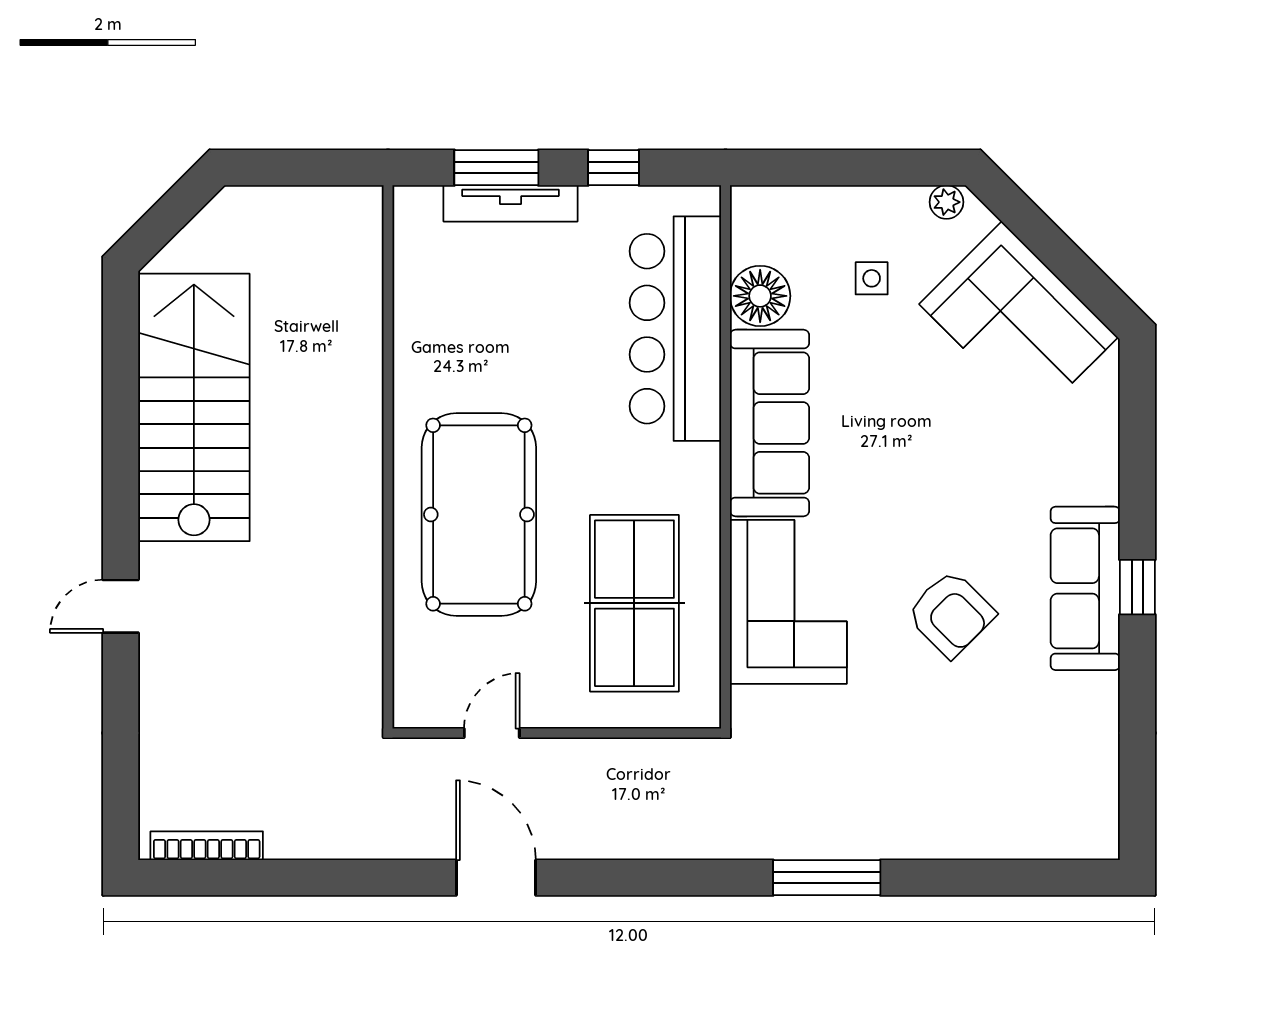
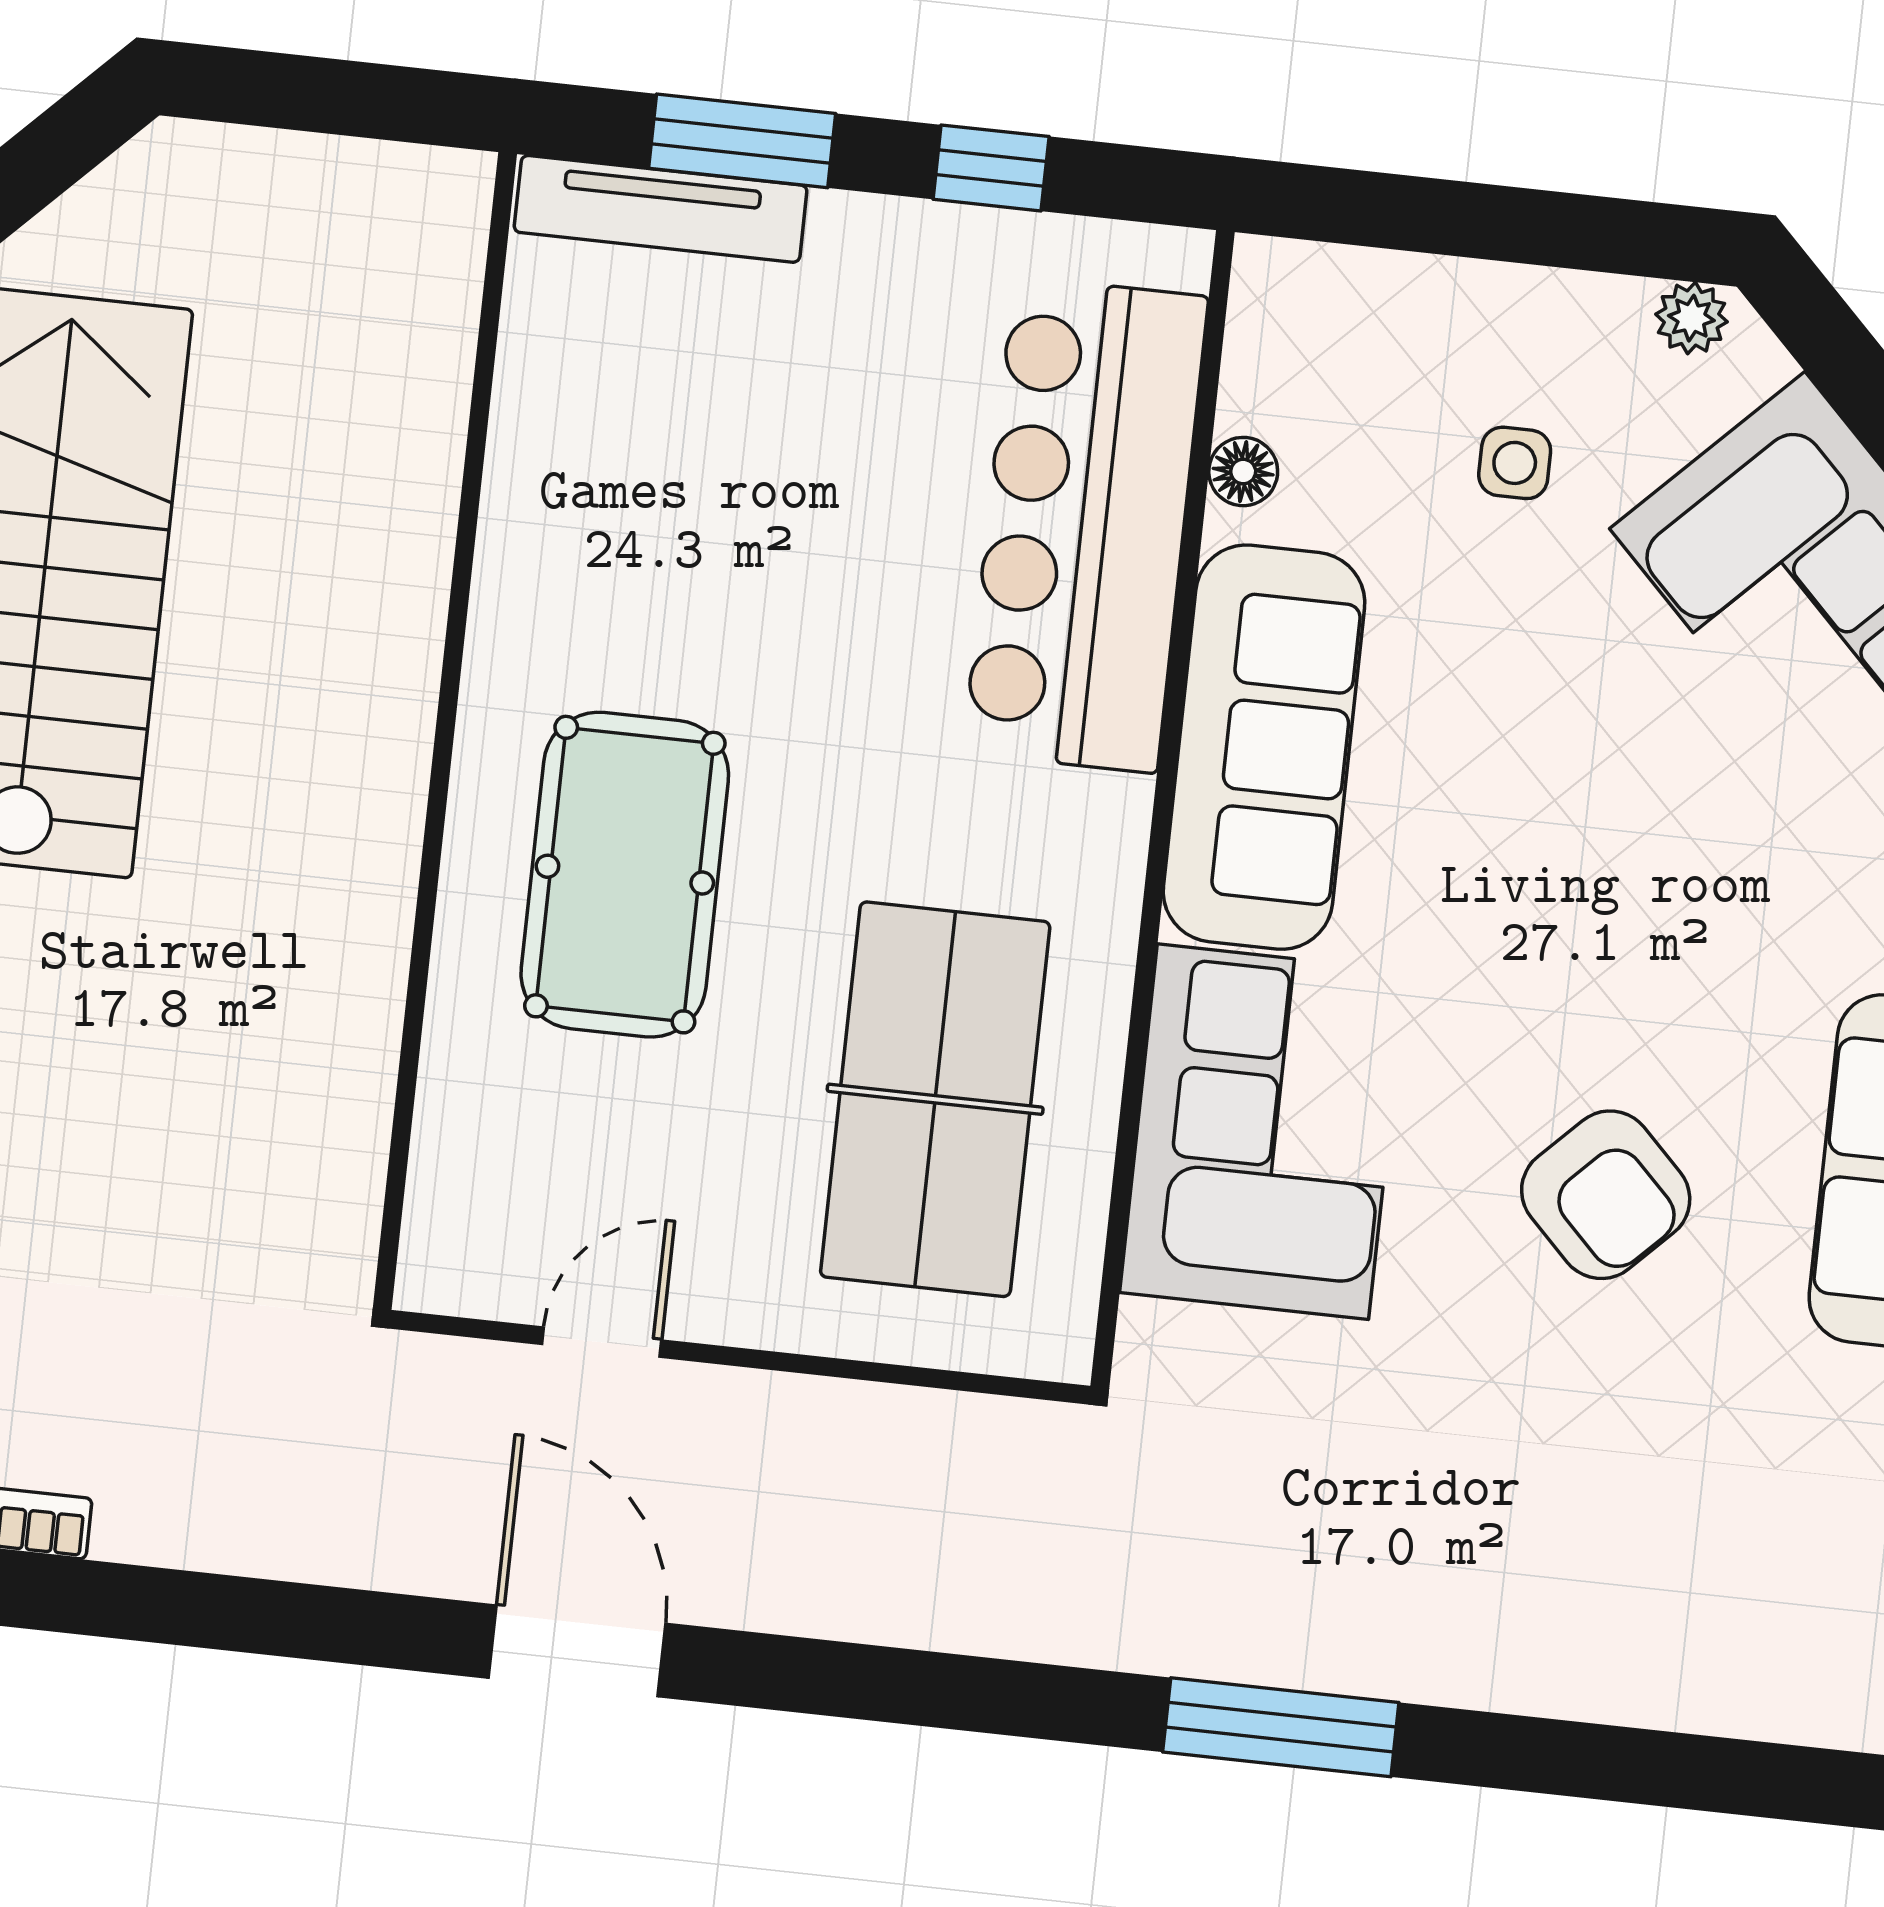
tv unit: (510, 203) -> (661, 209), moved
floor lamp: (760, 296) -> (1243, 472), width x0.53, depth x0.53
pool table: (479, 515) -> (625, 875), width x0.73, depth x0.76

